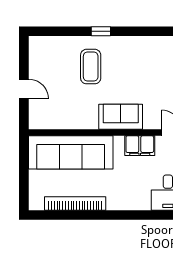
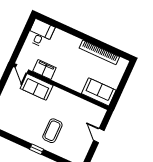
sofa: (121, 117) -> (37, 87), moved
sofa: (71, 152) -> (99, 92), width x0.54, depth x0.79

